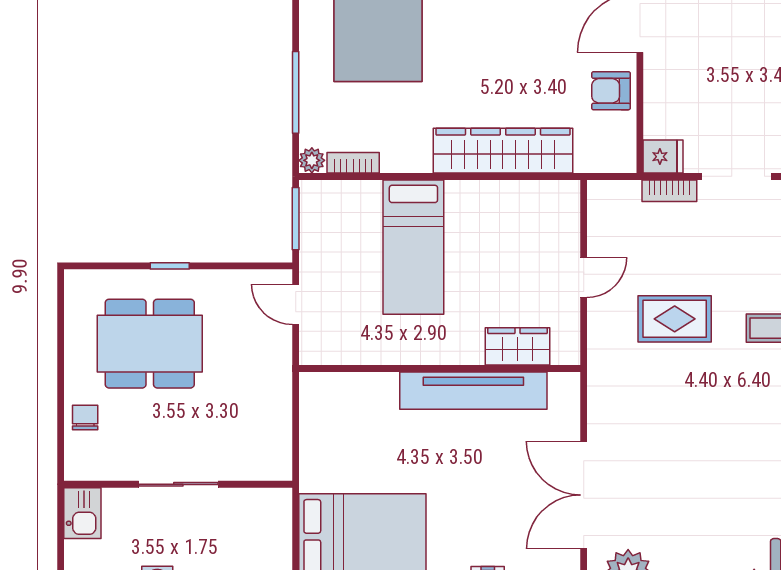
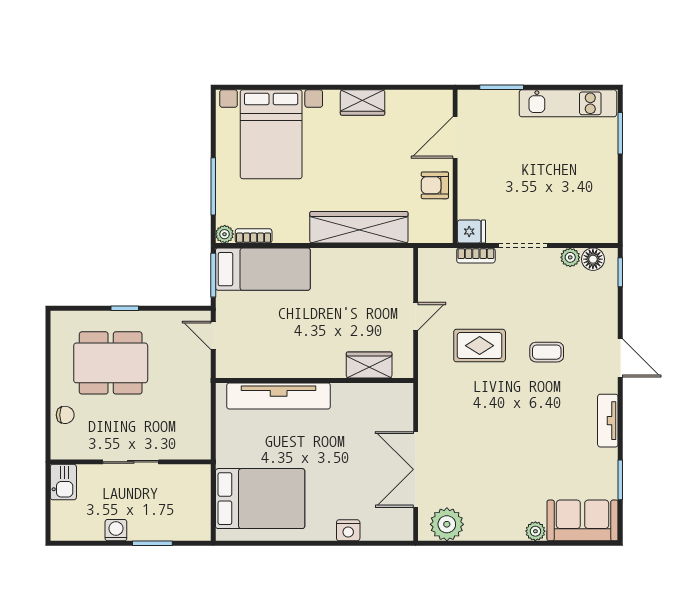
bed: (413, 247) -> (263, 269), moved, turned -90
tv unit: (473, 391) -> (279, 396), moved
chair: (85, 417) -> (65, 415), turned 90

